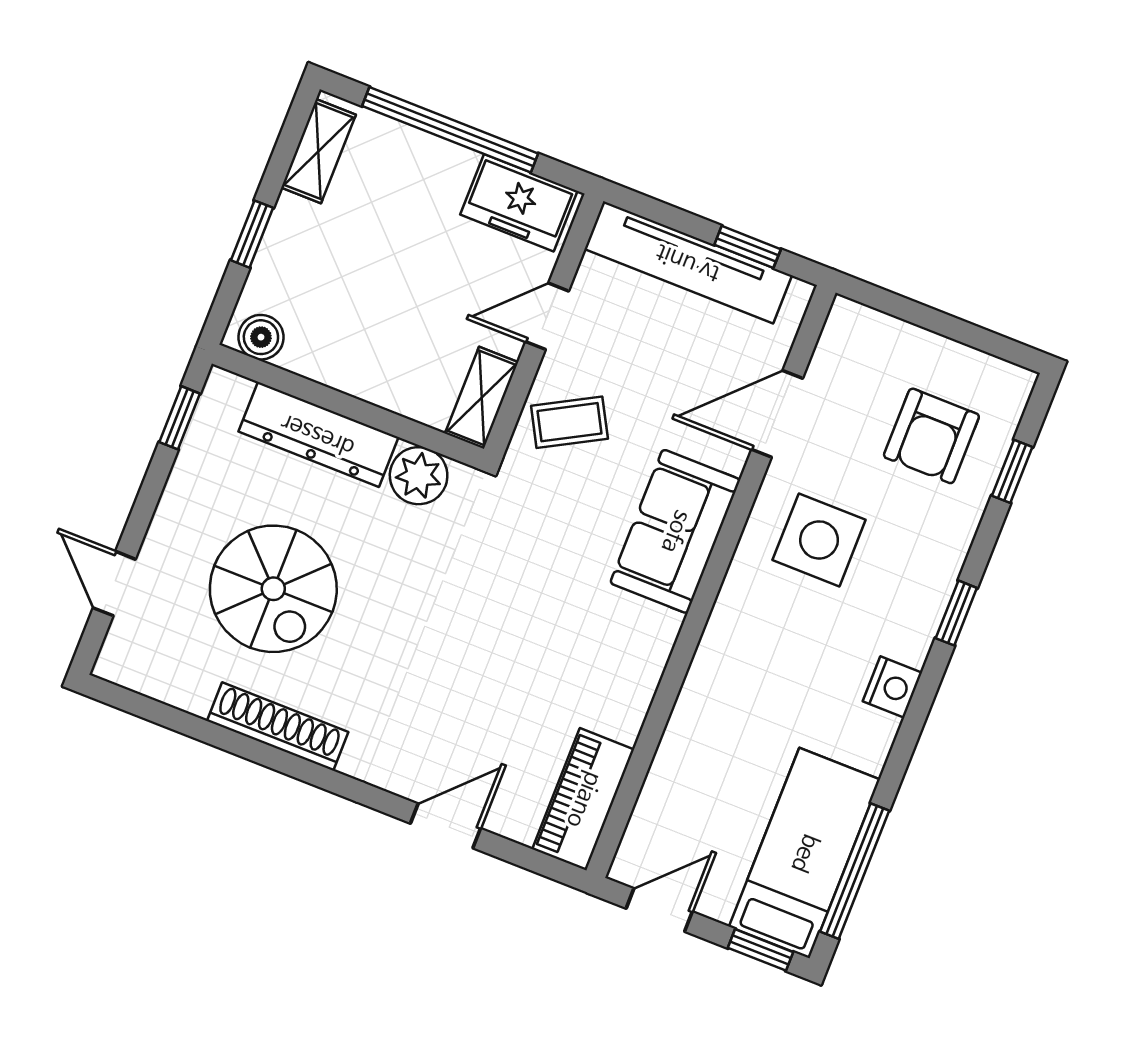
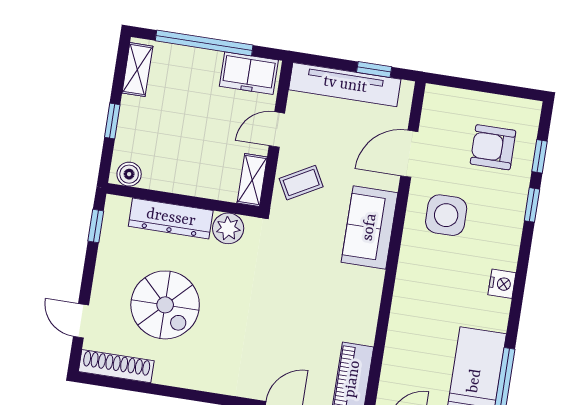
armchair: (931, 436) -> (493, 147), turned 90
window: (956, 613) -> (532, 205), moved
shoe rack: (278, 726) -> (116, 366), moved

